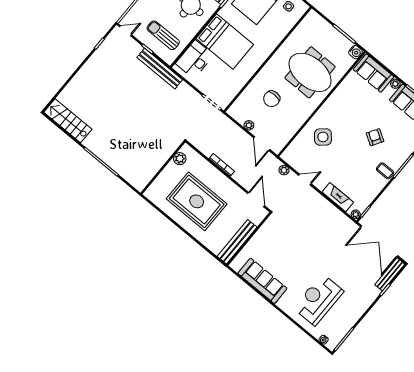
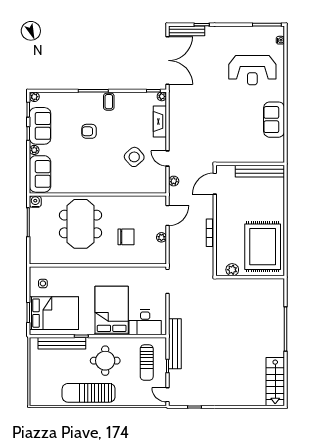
side table: (323, 137) -> (134, 157), moved
armchair: (375, 137) -> (89, 131), turned 59
rug: (197, 201) -> (263, 247), moved
sofa: (262, 281) -> (274, 120), width x0.73

